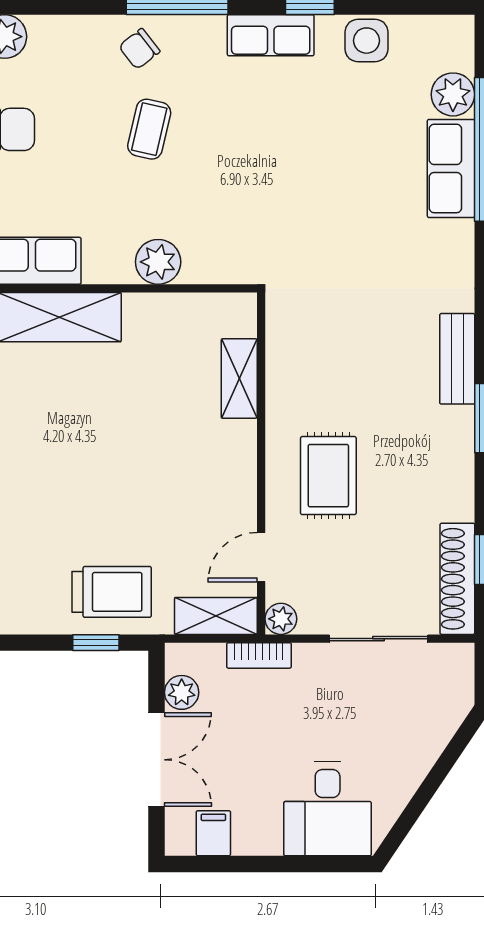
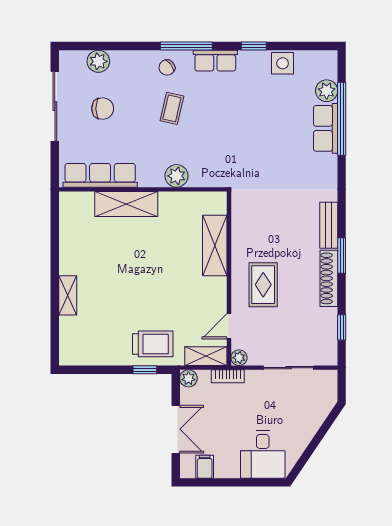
row of seats: (271, 35) -> (215, 61), moved
shelving: (239, 378) -> (215, 245), width x1.50, depth x1.33
shoe rack: (457, 579) -> (329, 278), moved
plant: (182, 692) -> (188, 378), moved

